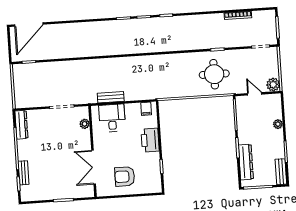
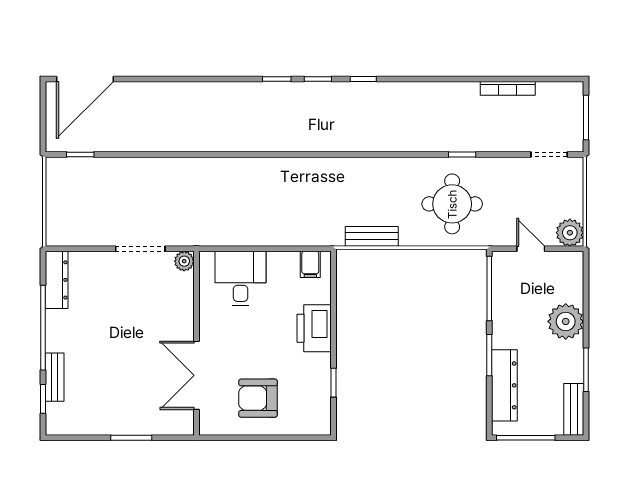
bench: (111, 97) -> (372, 236), moved
plant: (85, 124) -> (184, 261), moved
plant: (278, 124) -> (566, 321), width x1.88, depth x1.88

